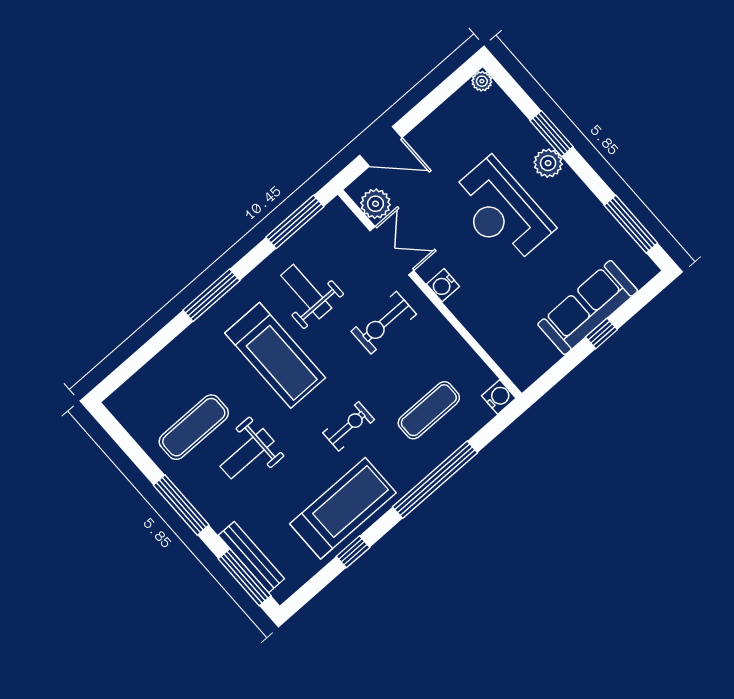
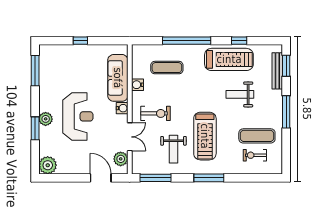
plant: (482, 81) -> (48, 165), width x1.88, depth x1.88
double door: (392, 251) -> (130, 137), swing flipped
sofa: (588, 308) -> (118, 78), moved, turned 90
treadmill: (275, 355) -> (205, 136), turned 180
water cooler: (499, 397) -> (137, 85), moved
exercise bike: (349, 426) -> (255, 155), moved
weight bench: (247, 454) -> (240, 94), moved, turned 180
treadmill: (343, 508) -> (229, 59), turned 180
window: (245, 577) -> (286, 66), width x0.69

